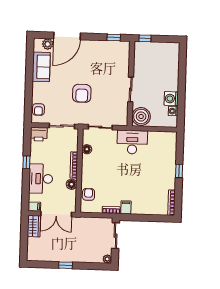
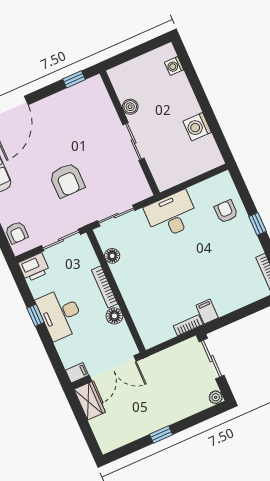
window: (145, 38) -> (119, 59), removed
washing machine: (173, 111) -> (174, 66), moved
boiler: (141, 116) -> (130, 107), moved, width x0.54, depth x0.54
desk: (41, 179) -> (60, 314), moved
armchair: (88, 194) -> (226, 211), moved

